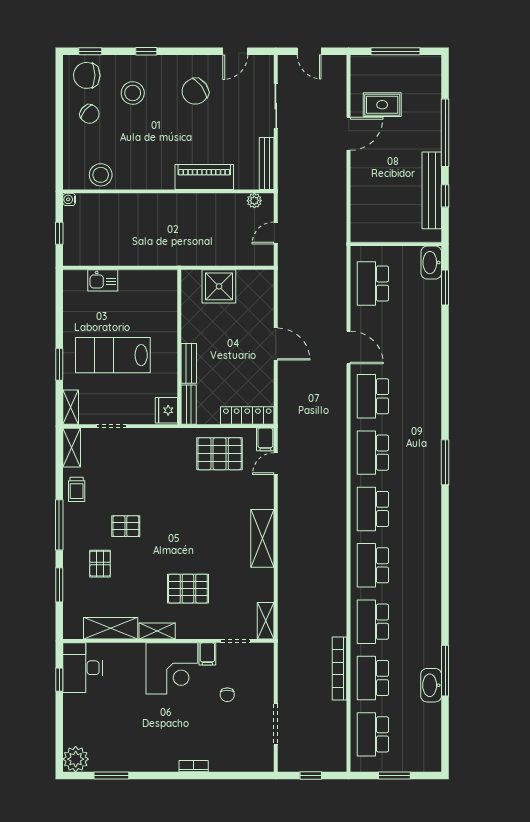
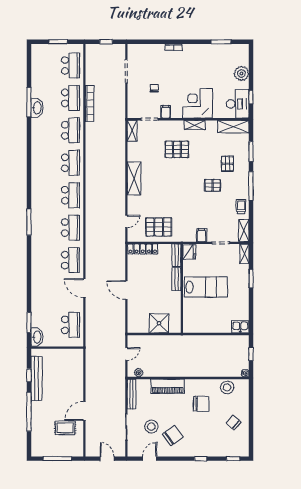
chair: (87, 75) -> (201, 404), moved
stool: (133, 93) -> (151, 427), moved
kitchen sink: (103, 280) -> (240, 327), moved
lab bench: (113, 355) -> (206, 287), moved
filing cabinet: (265, 439) -> (202, 235), moved
shelving: (111, 628) -> (233, 127), moved
corner desk: (172, 668) -> (198, 103), moved
washbasin: (431, 685) -> (37, 108), moved
plant: (76, 759) -> (241, 73), moved

